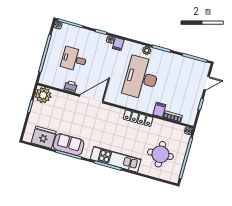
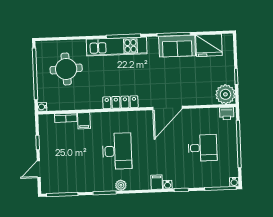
desk: (141, 78) -> (117, 151), width x0.73, depth x0.77
printer: (71, 87) -> (227, 113), moved
locker: (138, 118) -> (120, 102), moved

